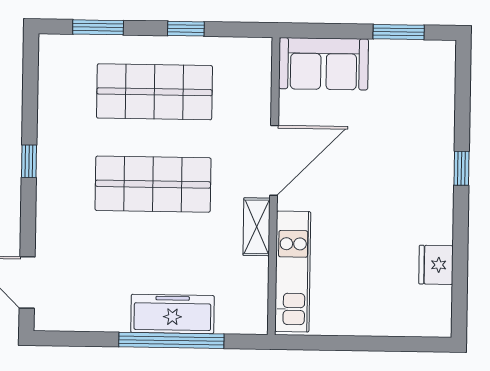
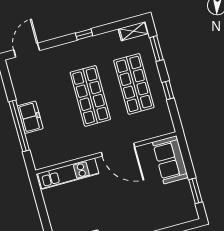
shelving: (257, 227) -> (133, 31), moved
freezer: (172, 314) -> (30, 117), width x0.71

